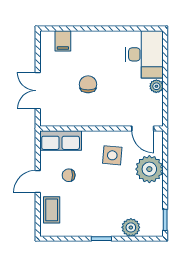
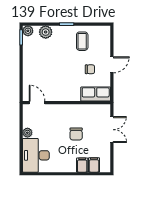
filing cabinet: (80, 41) -> (82, 165), added
side table: (112, 155) -> (59, 83), removed
plant: (149, 169) -> (28, 31), moved, width x0.53, depth x0.53
coffee table: (52, 210) -> (82, 41), moved

